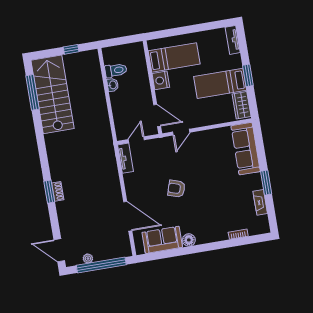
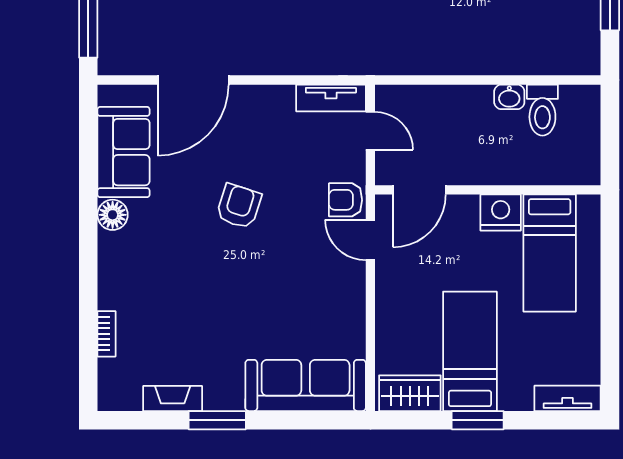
armchair: (166, 145) -> (346, 200), added

